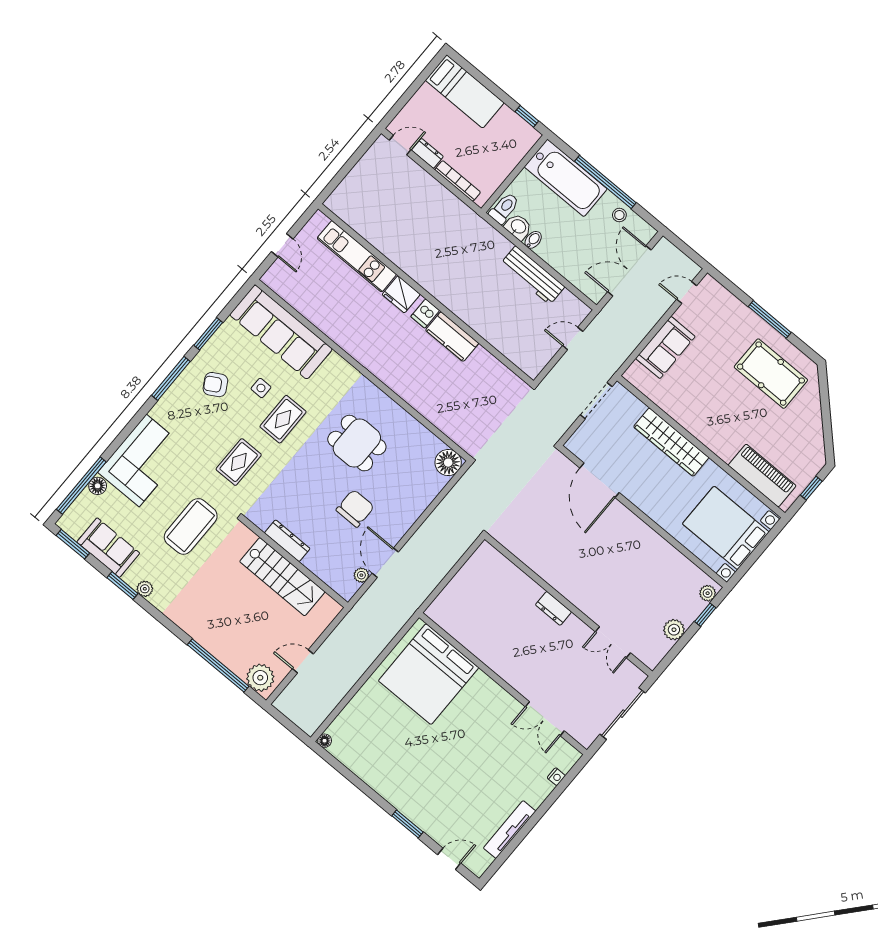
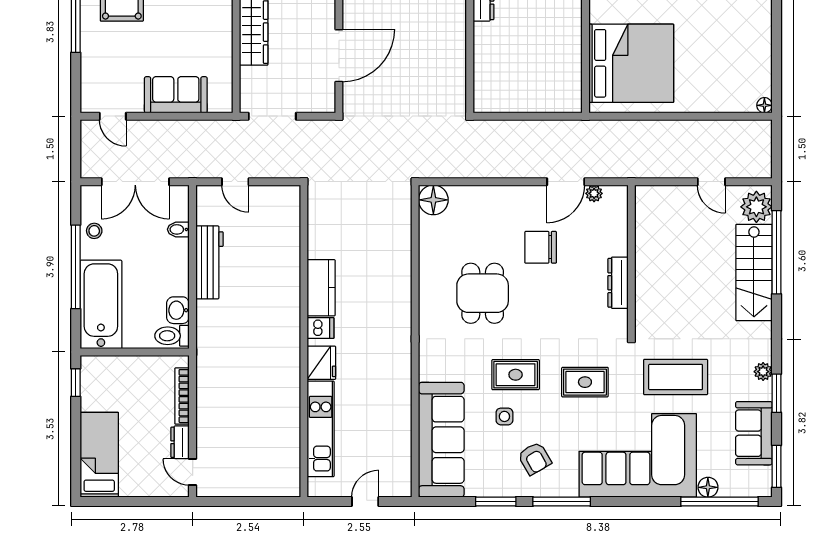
bidet: (533, 240) -> (178, 229), moved
corner sofa: (143, 460) -> (638, 455), width x1.36, depth x1.36
stairs: (282, 577) -> (754, 272), moved, turned 180

